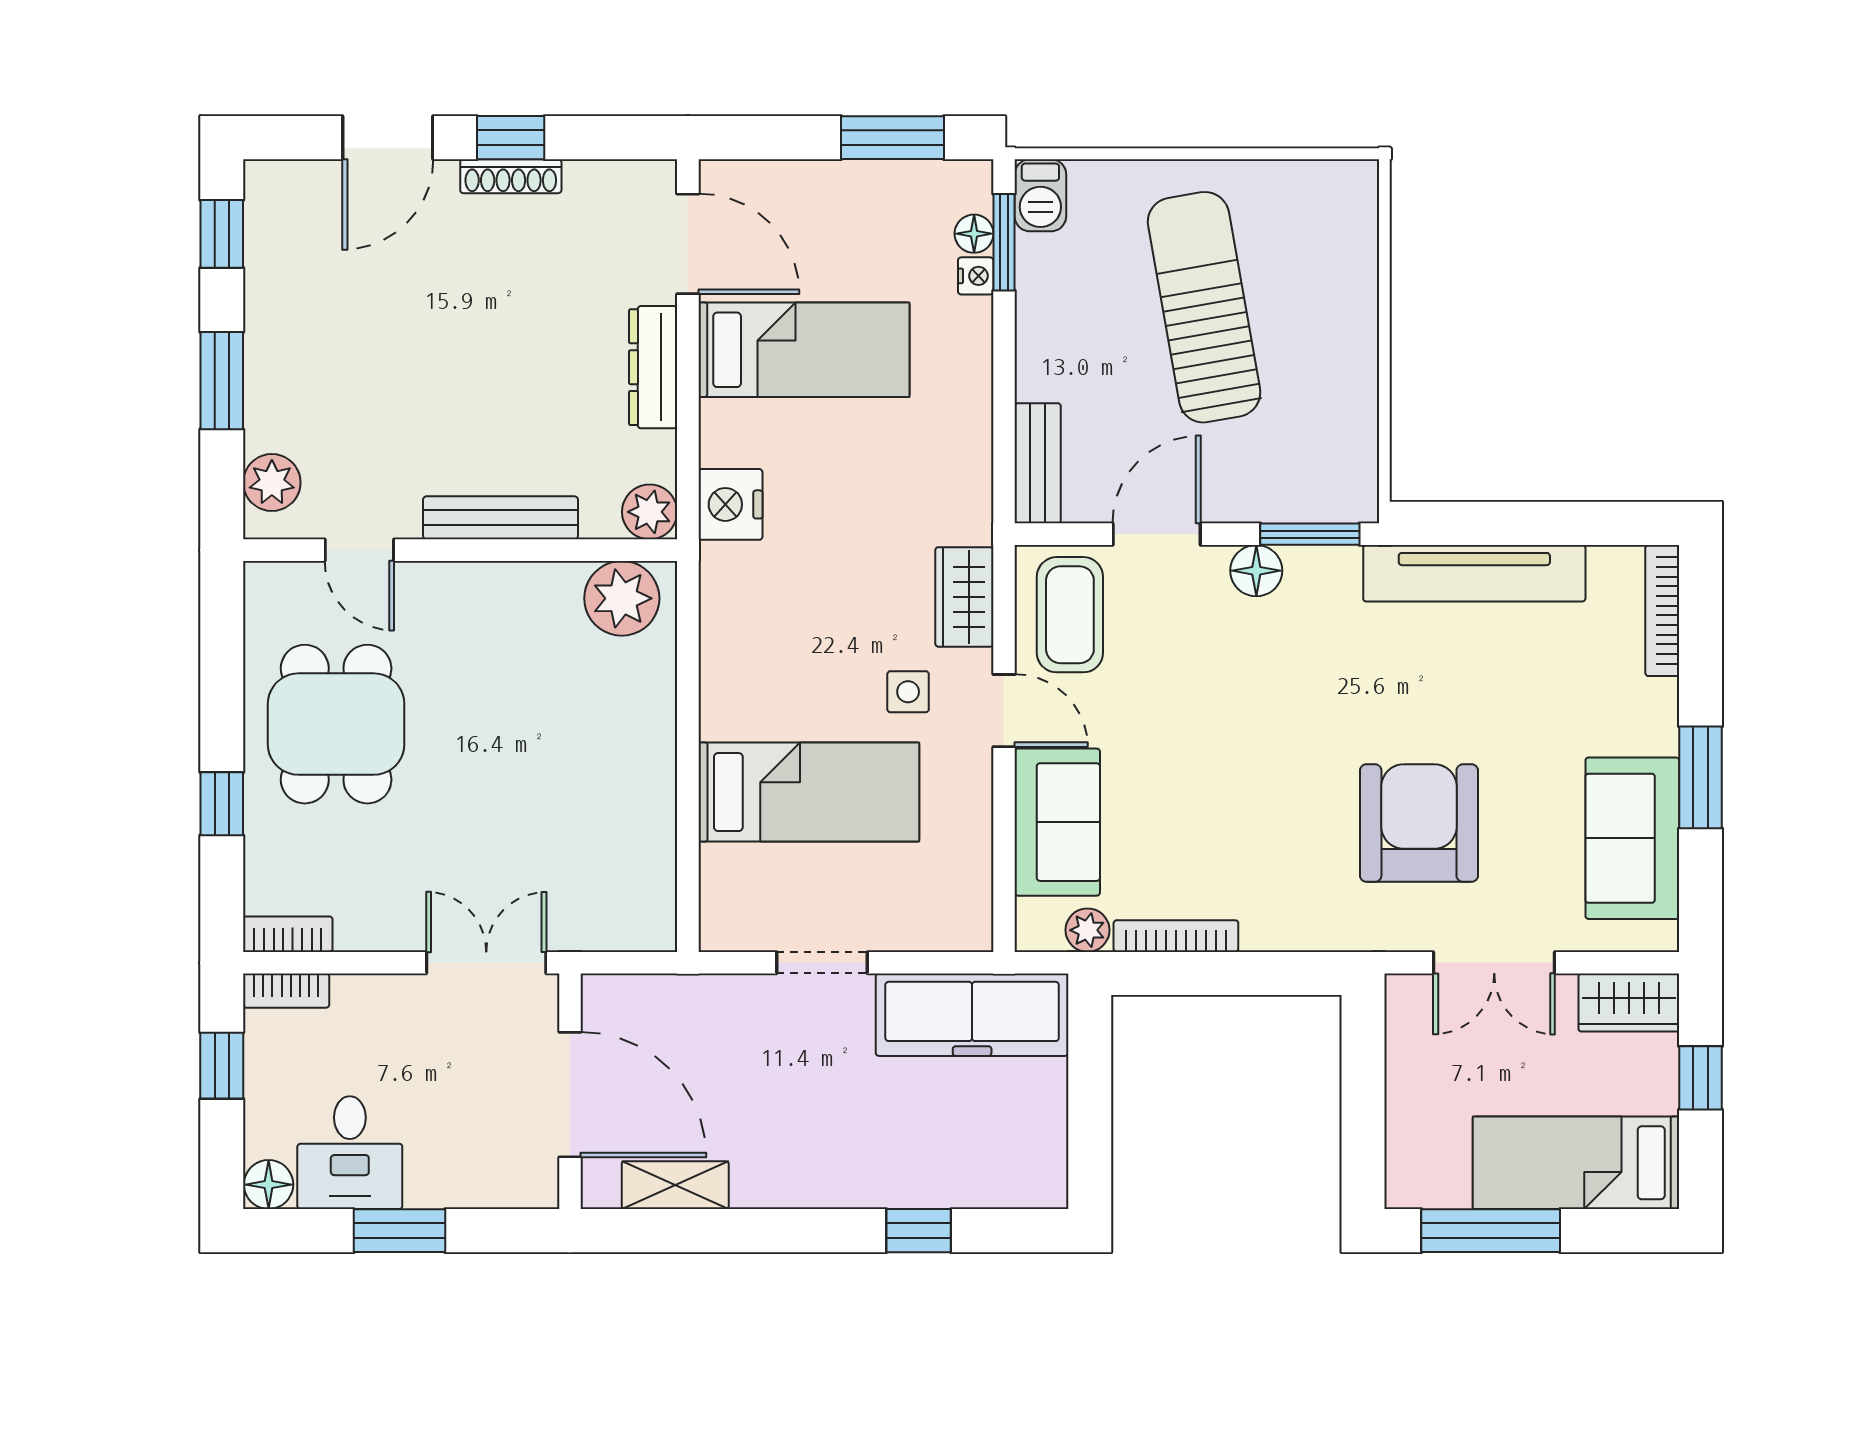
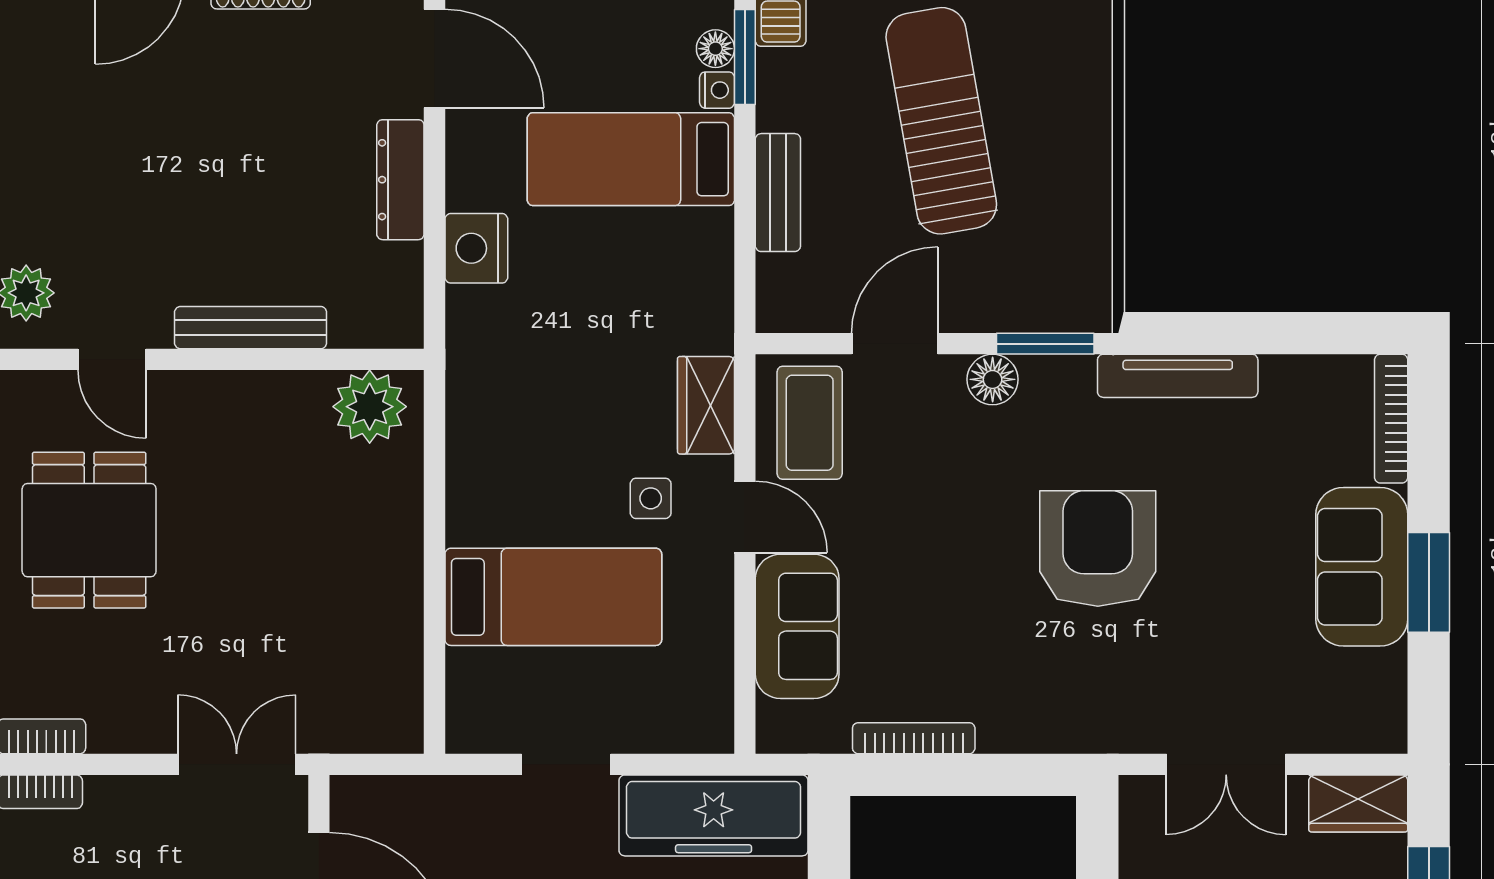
bed: (804, 350) -> (631, 159), moved, turned 180
bench: (1038, 463) -> (778, 193), moved
nightstand: (730, 504) -> (476, 248), moved
plant: (650, 512) -> (397, 322), removed
tv unit: (1474, 573) -> (1178, 376), width x0.73, depth x0.78
armchair: (1419, 823) -> (1098, 549), moved
sofa: (1632, 838) -> (1362, 567), moved
plant: (1087, 930) -> (827, 732), removed

